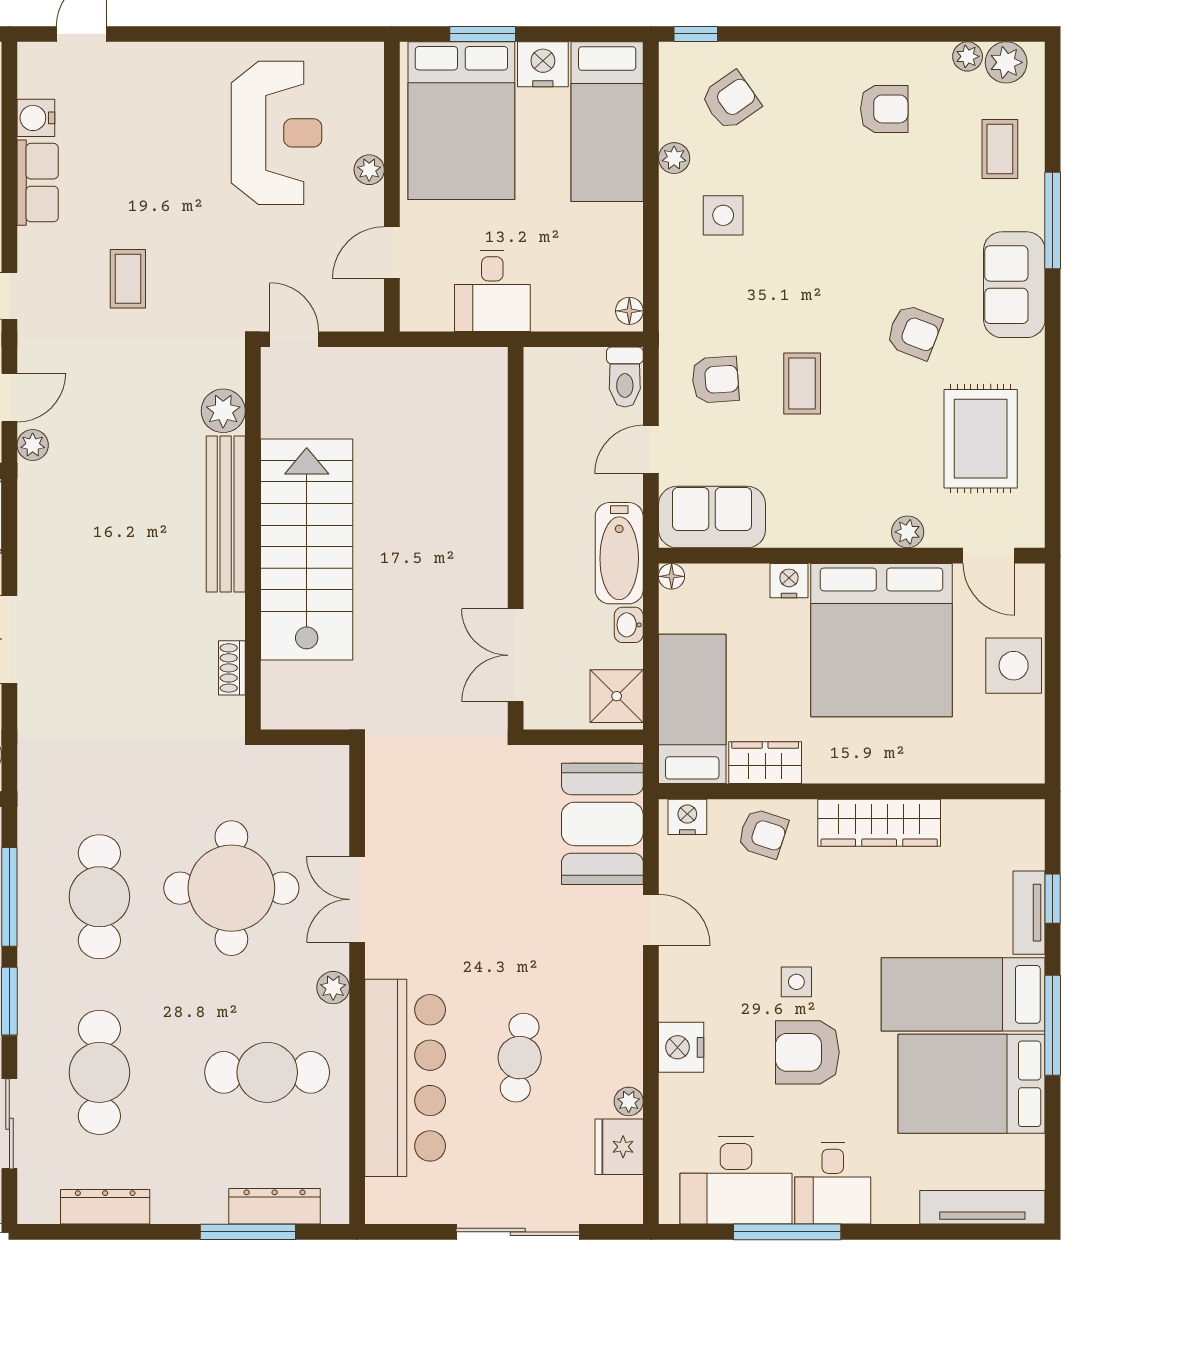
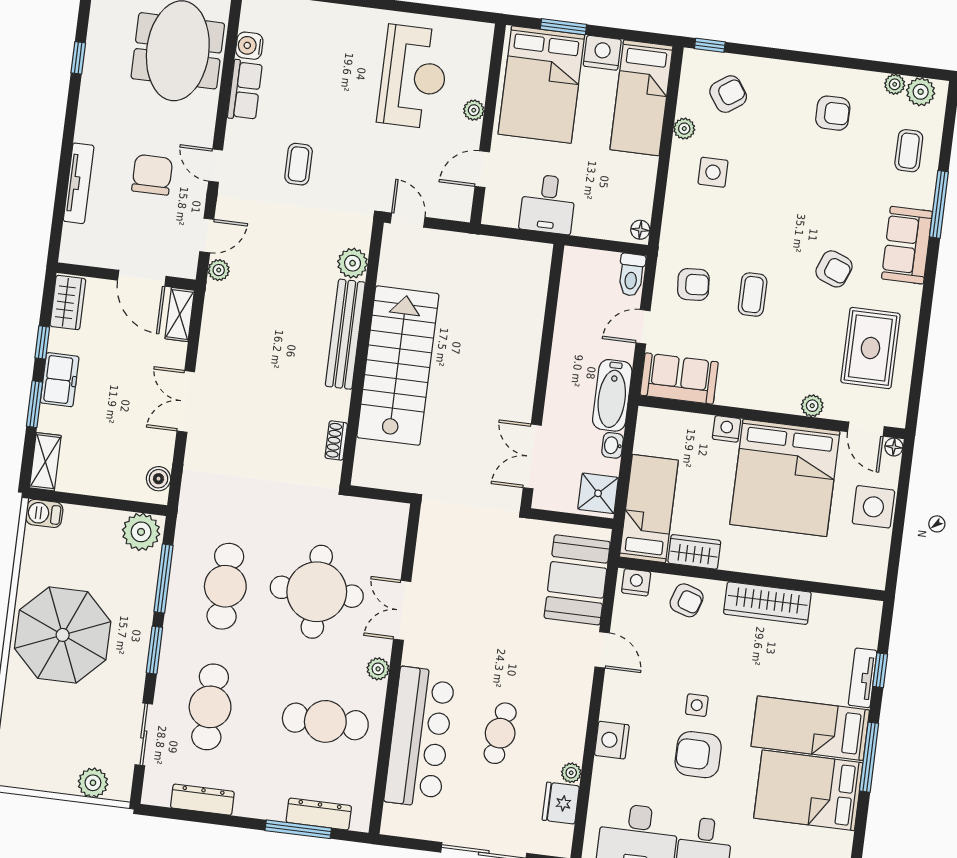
floor lamp: (672, 576) -> (894, 447), moved

